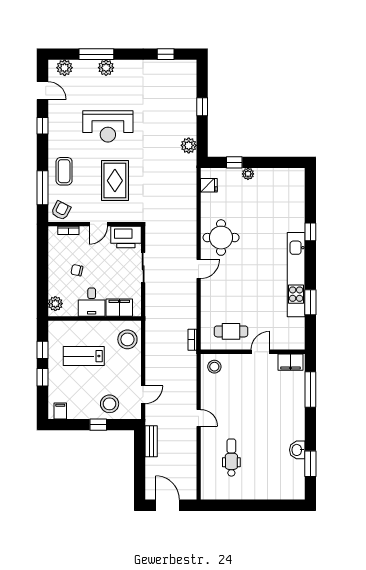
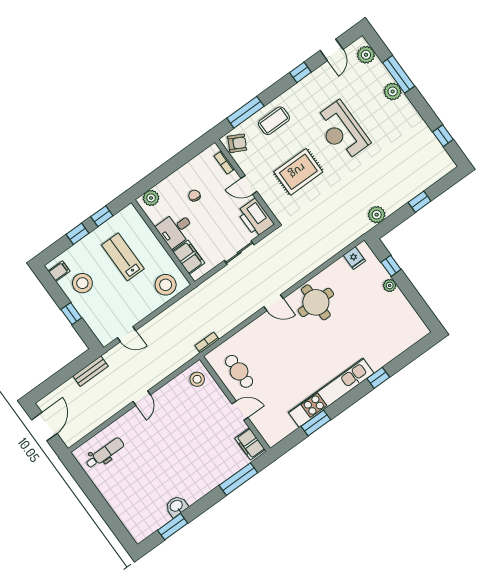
stool: (110, 404) -> (82, 283), moved
dental chair: (231, 458) -> (105, 453), moved

